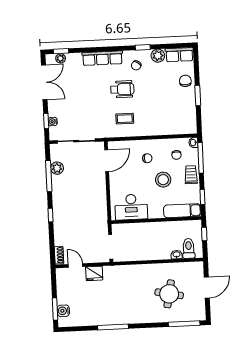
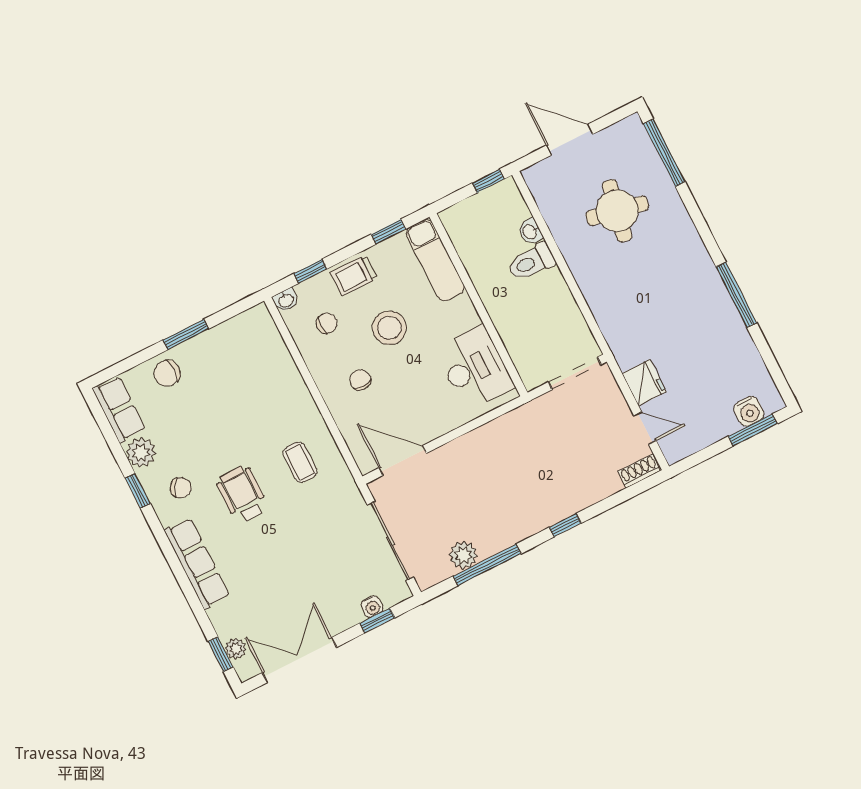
window: (201, 158) -> (310, 271), width x0.46
window: (204, 234) -> (488, 181), moved
toilet: (189, 248) -> (531, 262), moved
door: (75, 265) -> (645, 428), swing flipped

